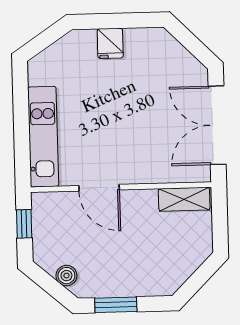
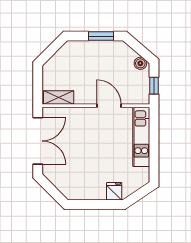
fridge: (110, 43) -> (114, 191), moved
boiler: (66, 276) -> (140, 63), moved

